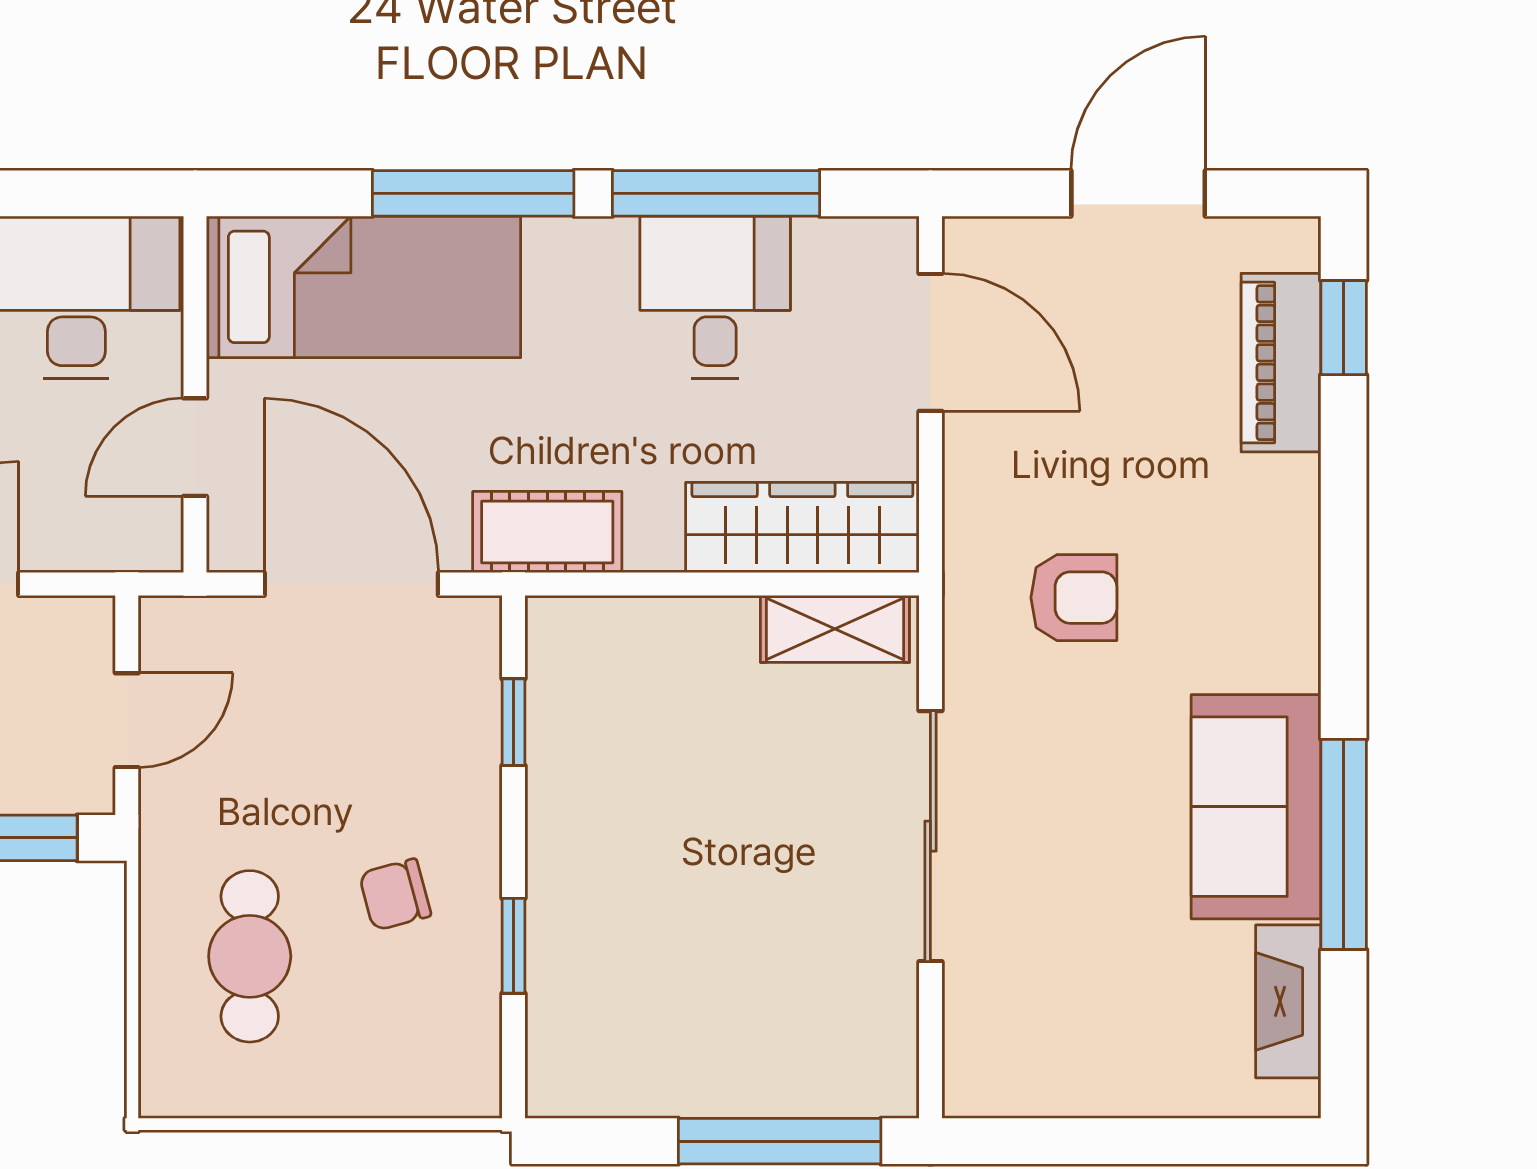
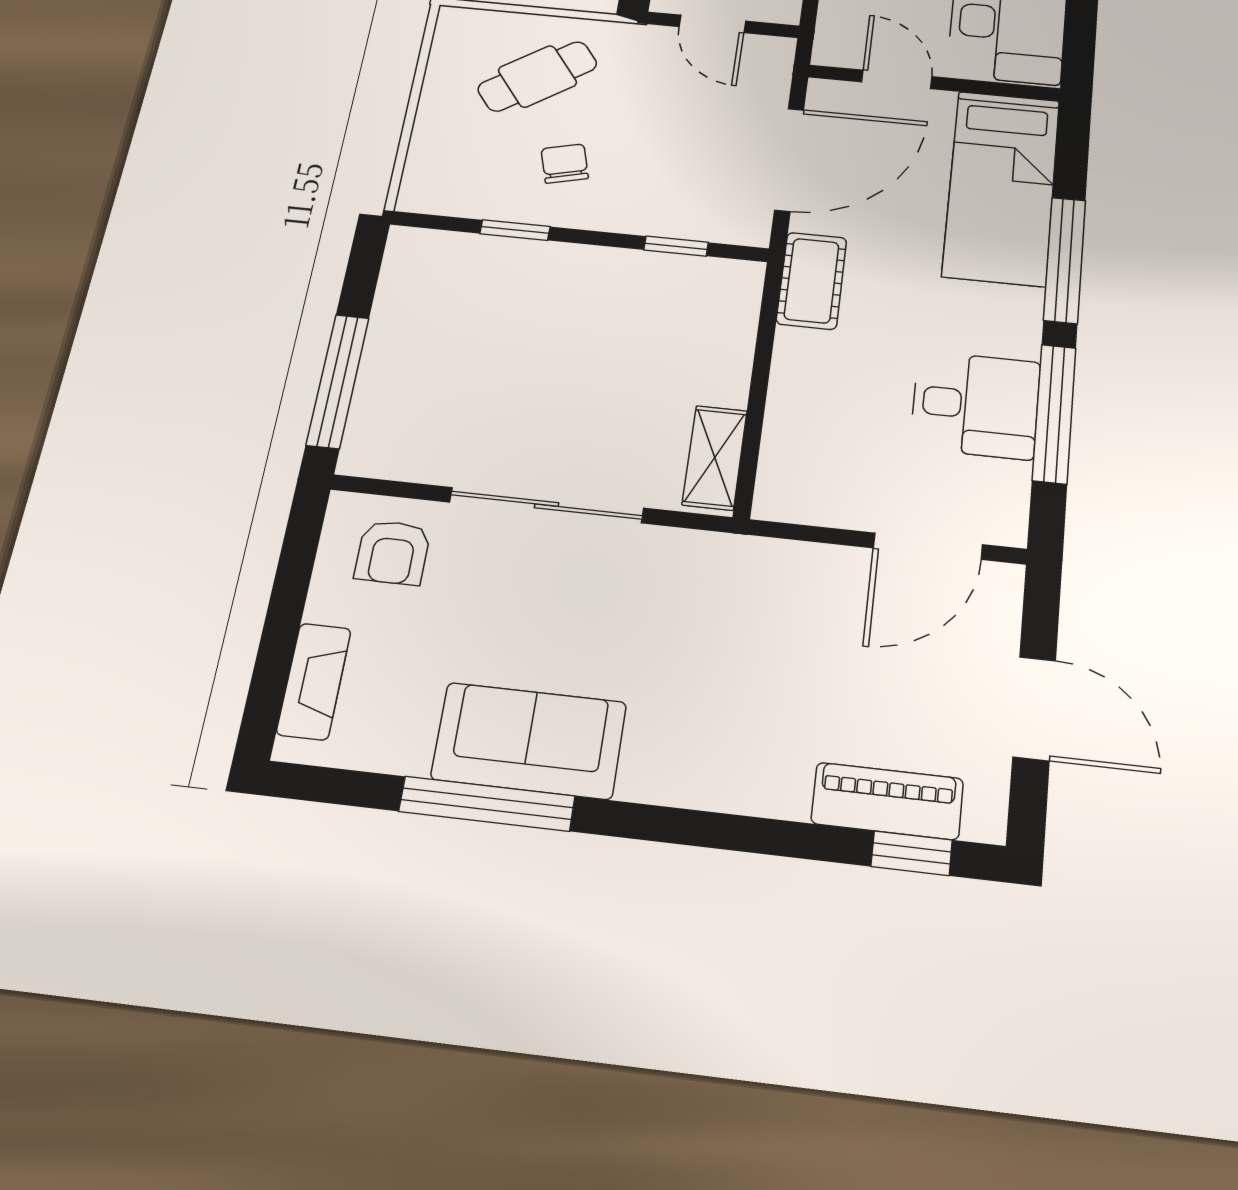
wardrobe: (802, 527) -> (795, 444), removed
armchair: (1074, 598) -> (393, 552), moved
cafe table: (250, 956) -> (537, 76), turned -36
fireplace: (1288, 1001) -> (314, 681), moved, turned 90

